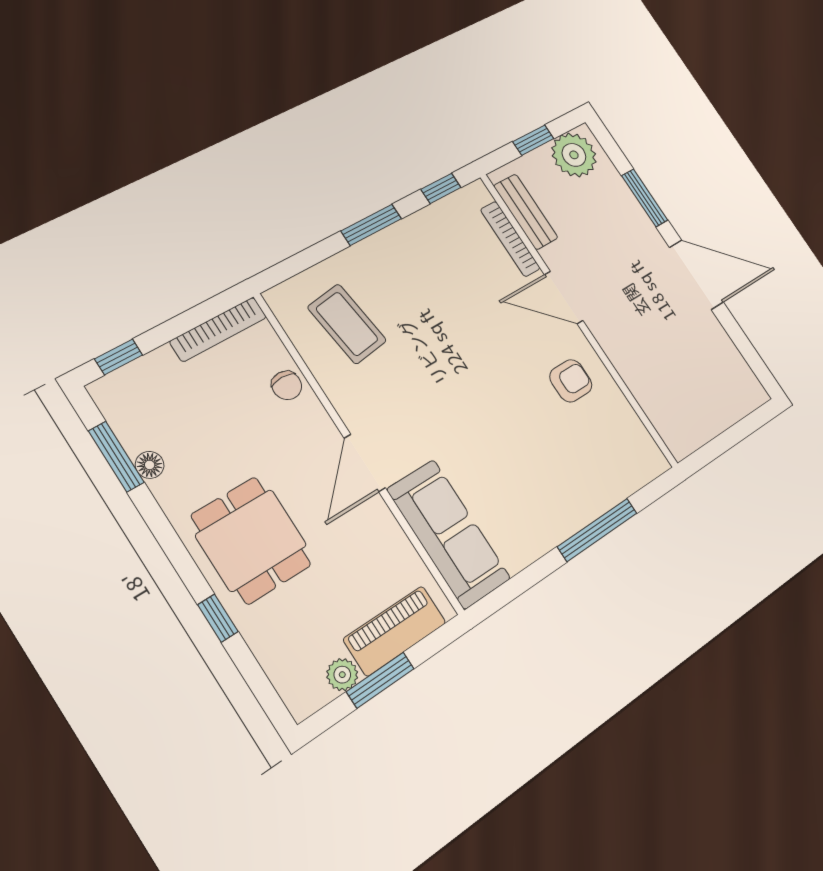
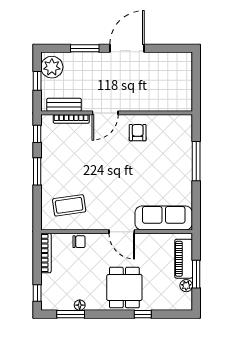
dining table: (251, 540) -> (124, 288), turned 90

